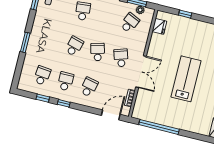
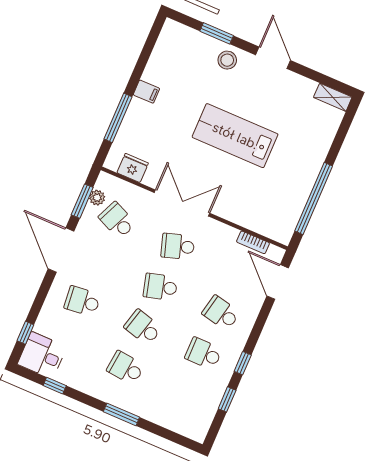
window: (185, 14) -> (118, 118), width x2.17
filing cabinet: (202, 27) -> (146, 92), added
double door: (141, 72) -> (182, 203), moved
school desk: (42, 76) -> (126, 368), moved

